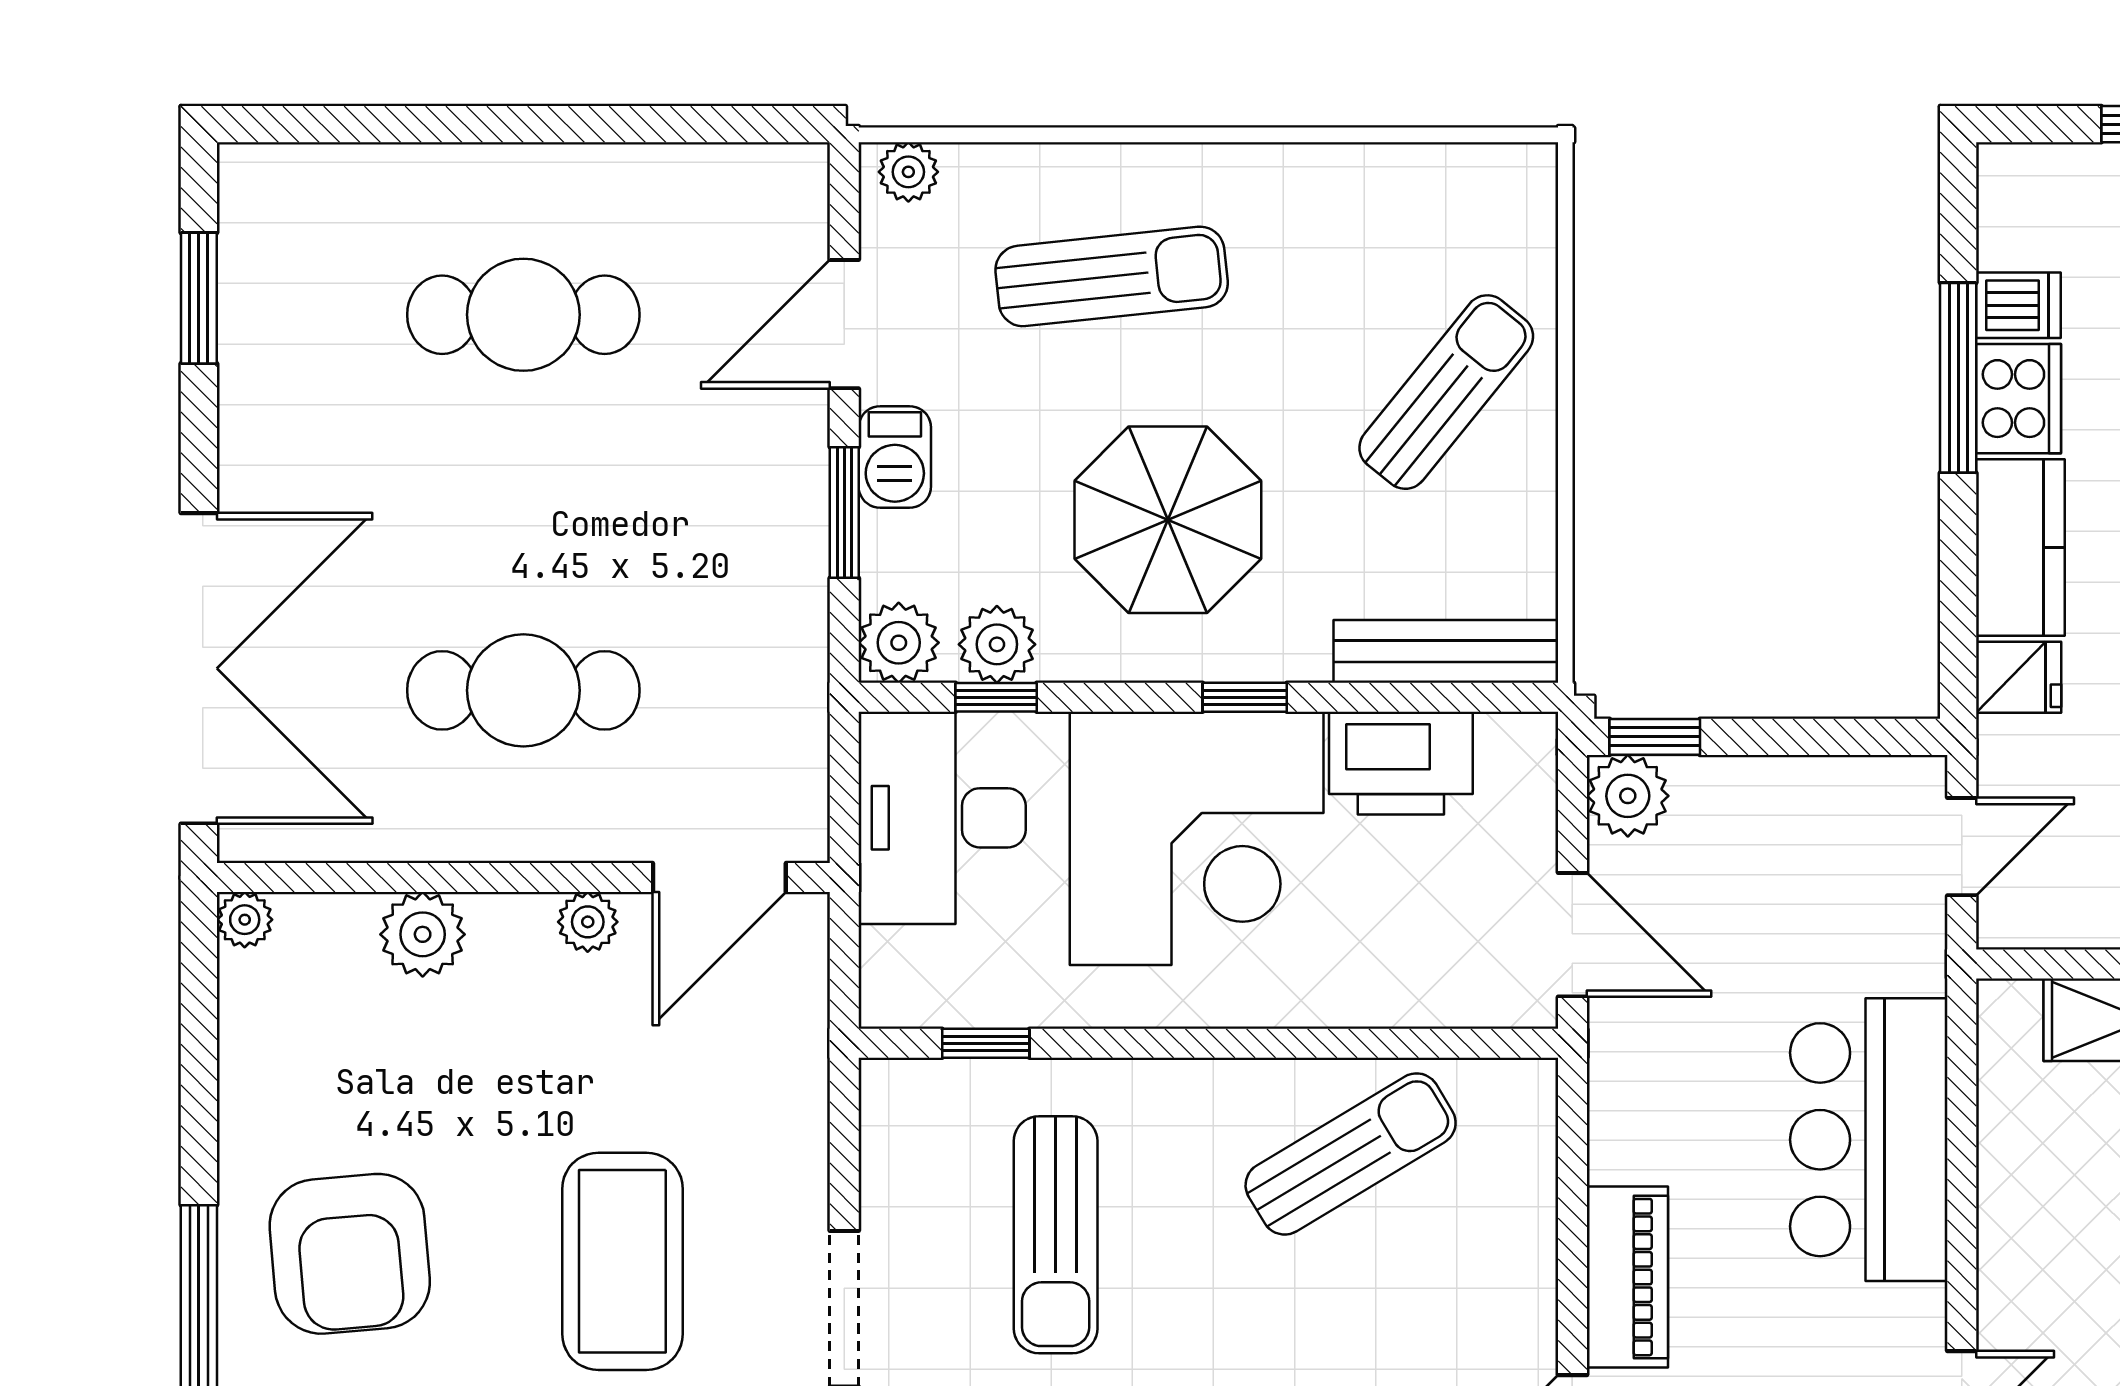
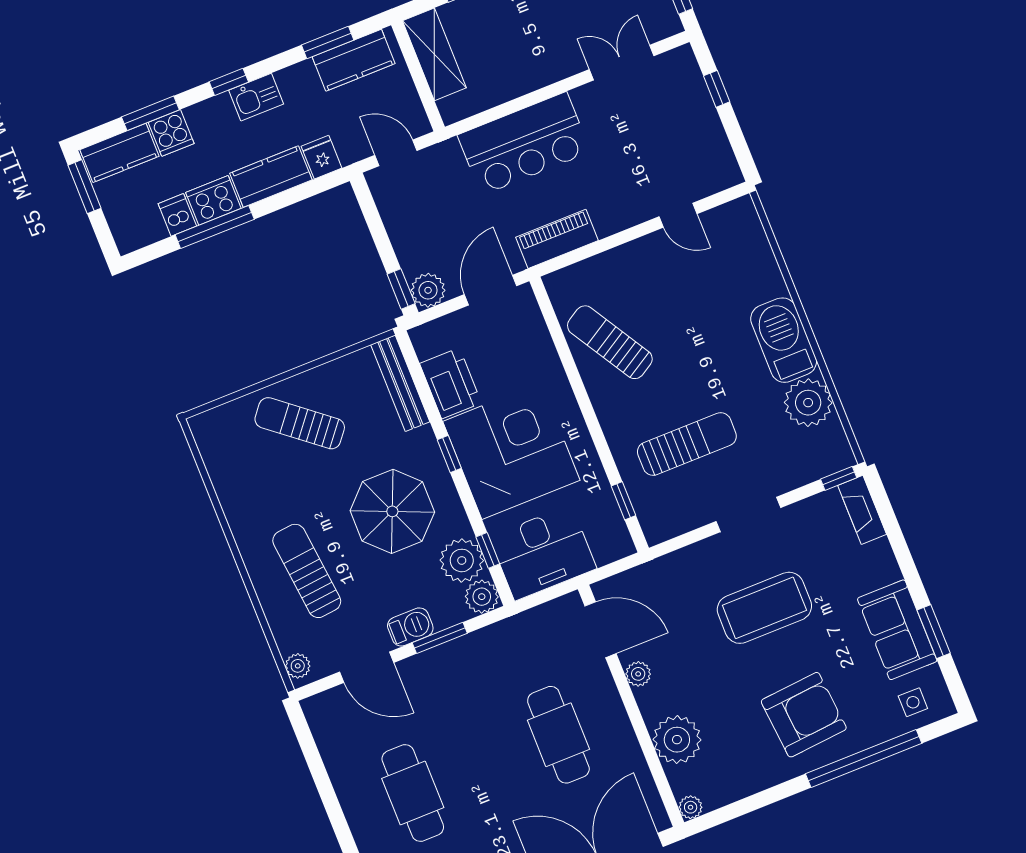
plant: (997, 644) -> (462, 560), width x1.36, depth x1.36
plant: (423, 934) -> (677, 740), width x1.36, depth x1.36
piano: (1627, 1277) -> (557, 239), moved

